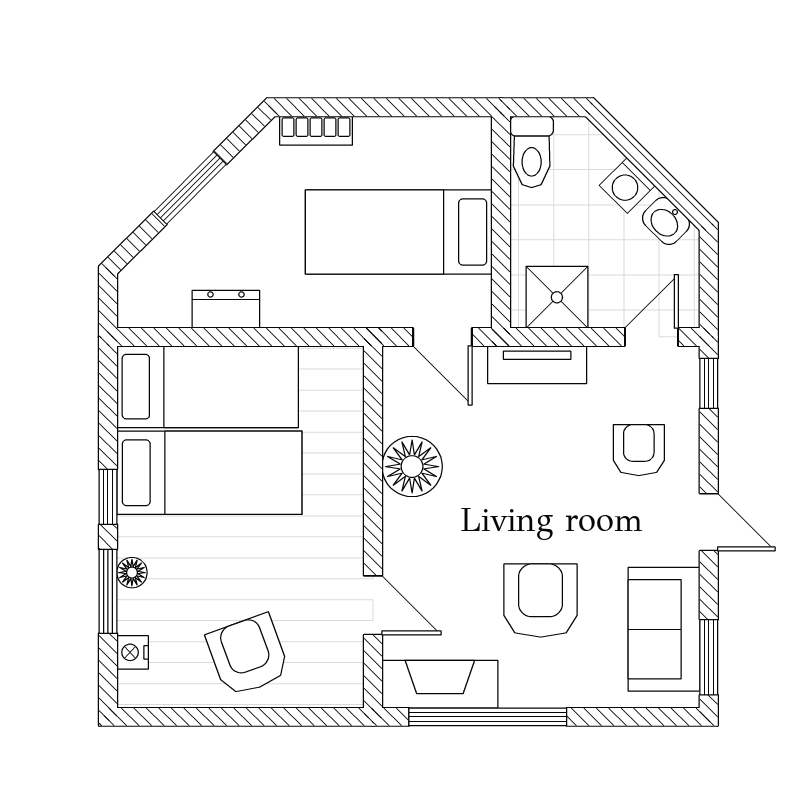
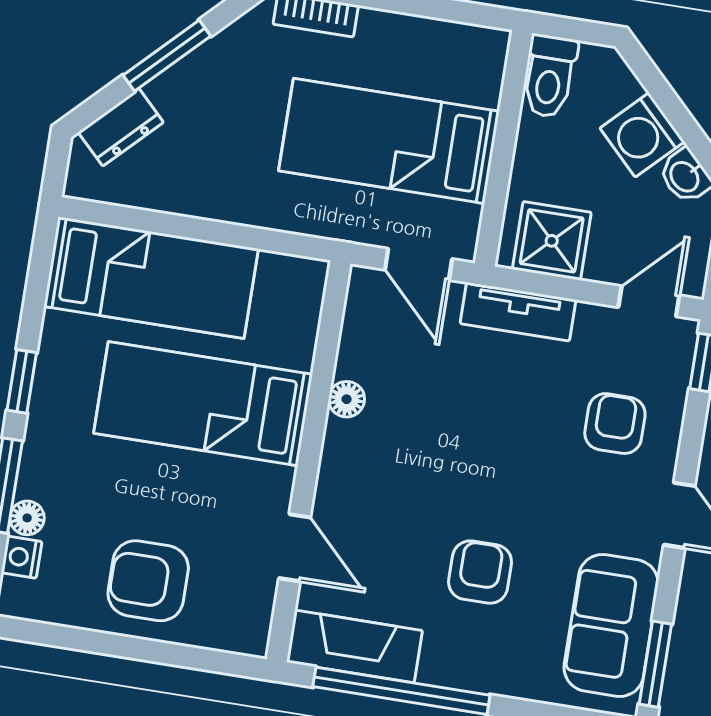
washing machine: (627, 185) -> (642, 135), width x1.38, depth x1.38
dresser: (226, 309) -> (121, 127), moved, turned 135
floor lamp: (412, 467) -> (347, 399), width x0.53, depth x0.53
bed: (209, 473) -> (203, 404), moved, turned 180
floor lamp: (132, 573) -> (27, 518), moved
armchair: (541, 601) -> (480, 572), width x0.72, depth x0.72
armchair: (248, 655) -> (148, 581), turned -70

